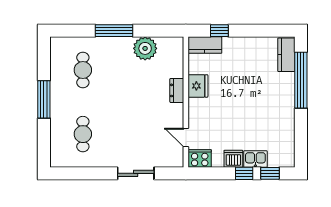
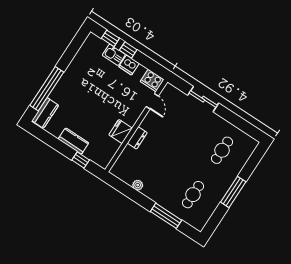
window: (114, 31) -> (166, 216), moved
kitchen counter: (205, 45) -> (73, 141), moved
plant: (145, 48) -> (138, 185), width x0.53, depth x0.53

